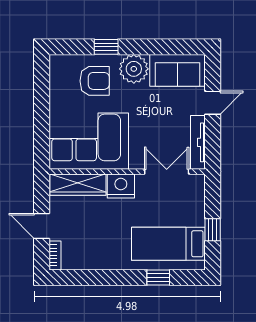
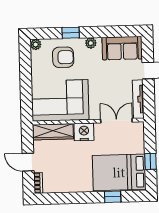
plant: (57, 62) -> (36, 45), added
plant: (134, 69) -> (91, 43), width x0.53, depth x0.53
bed: (168, 244) -> (119, 172), width x1.50

